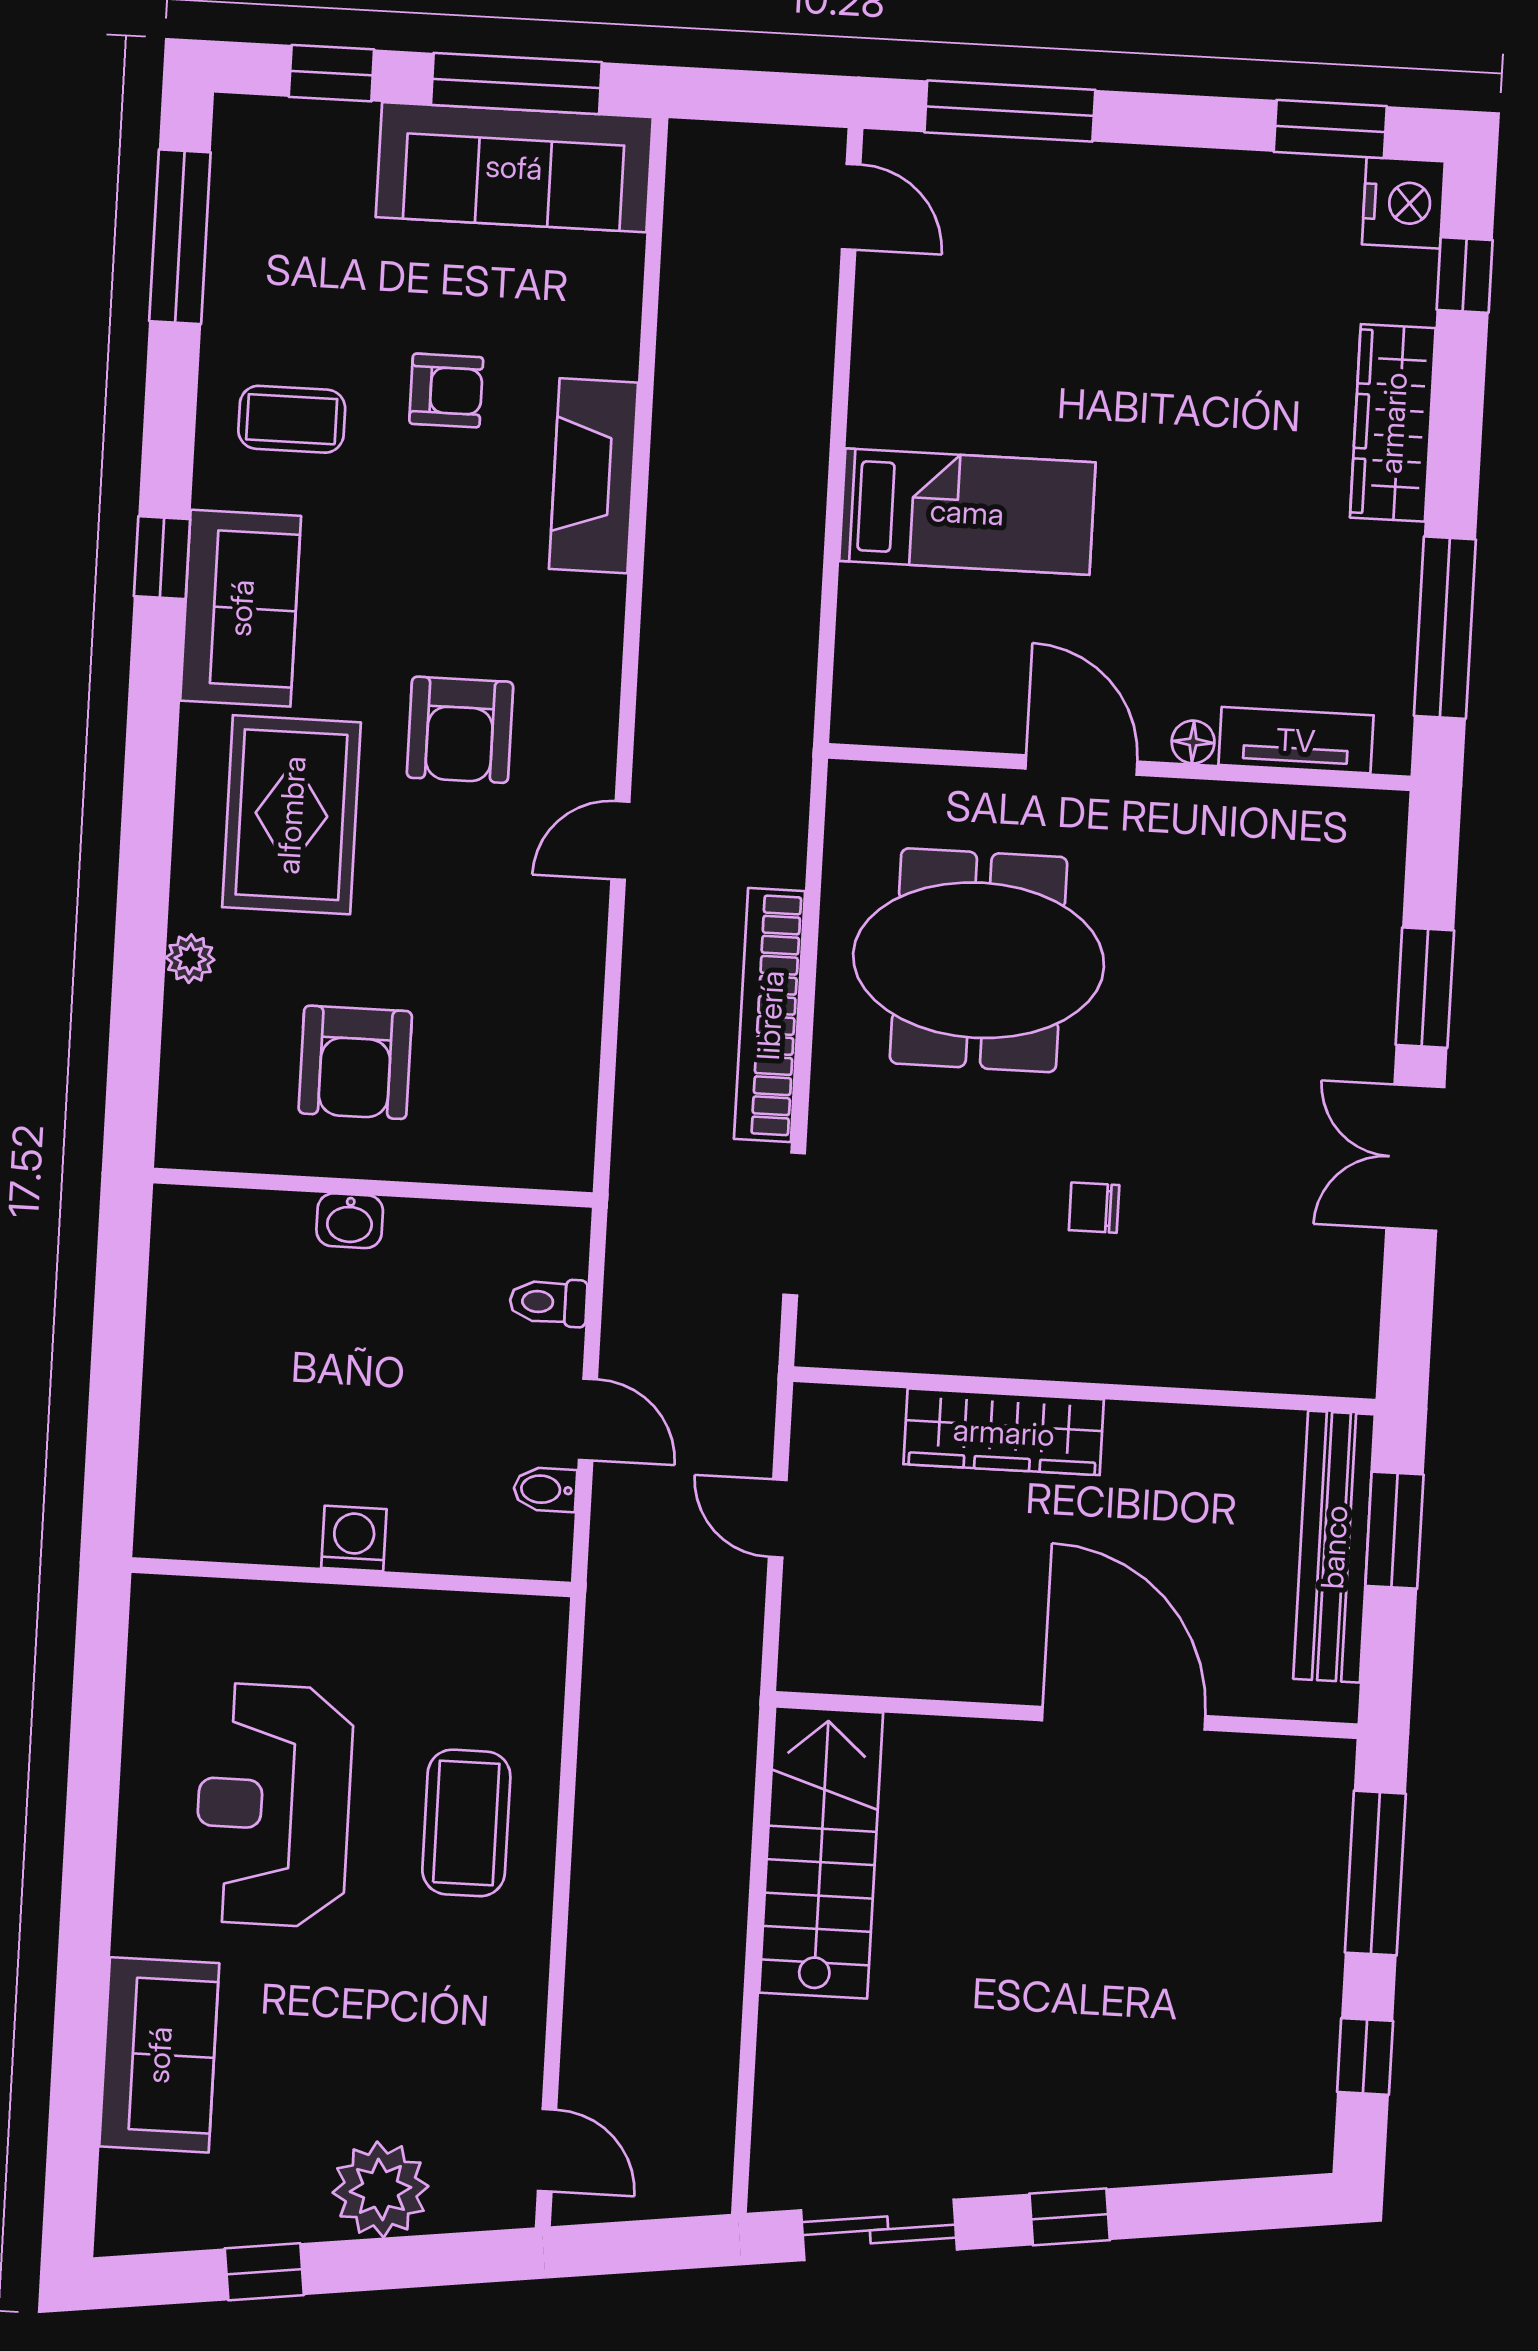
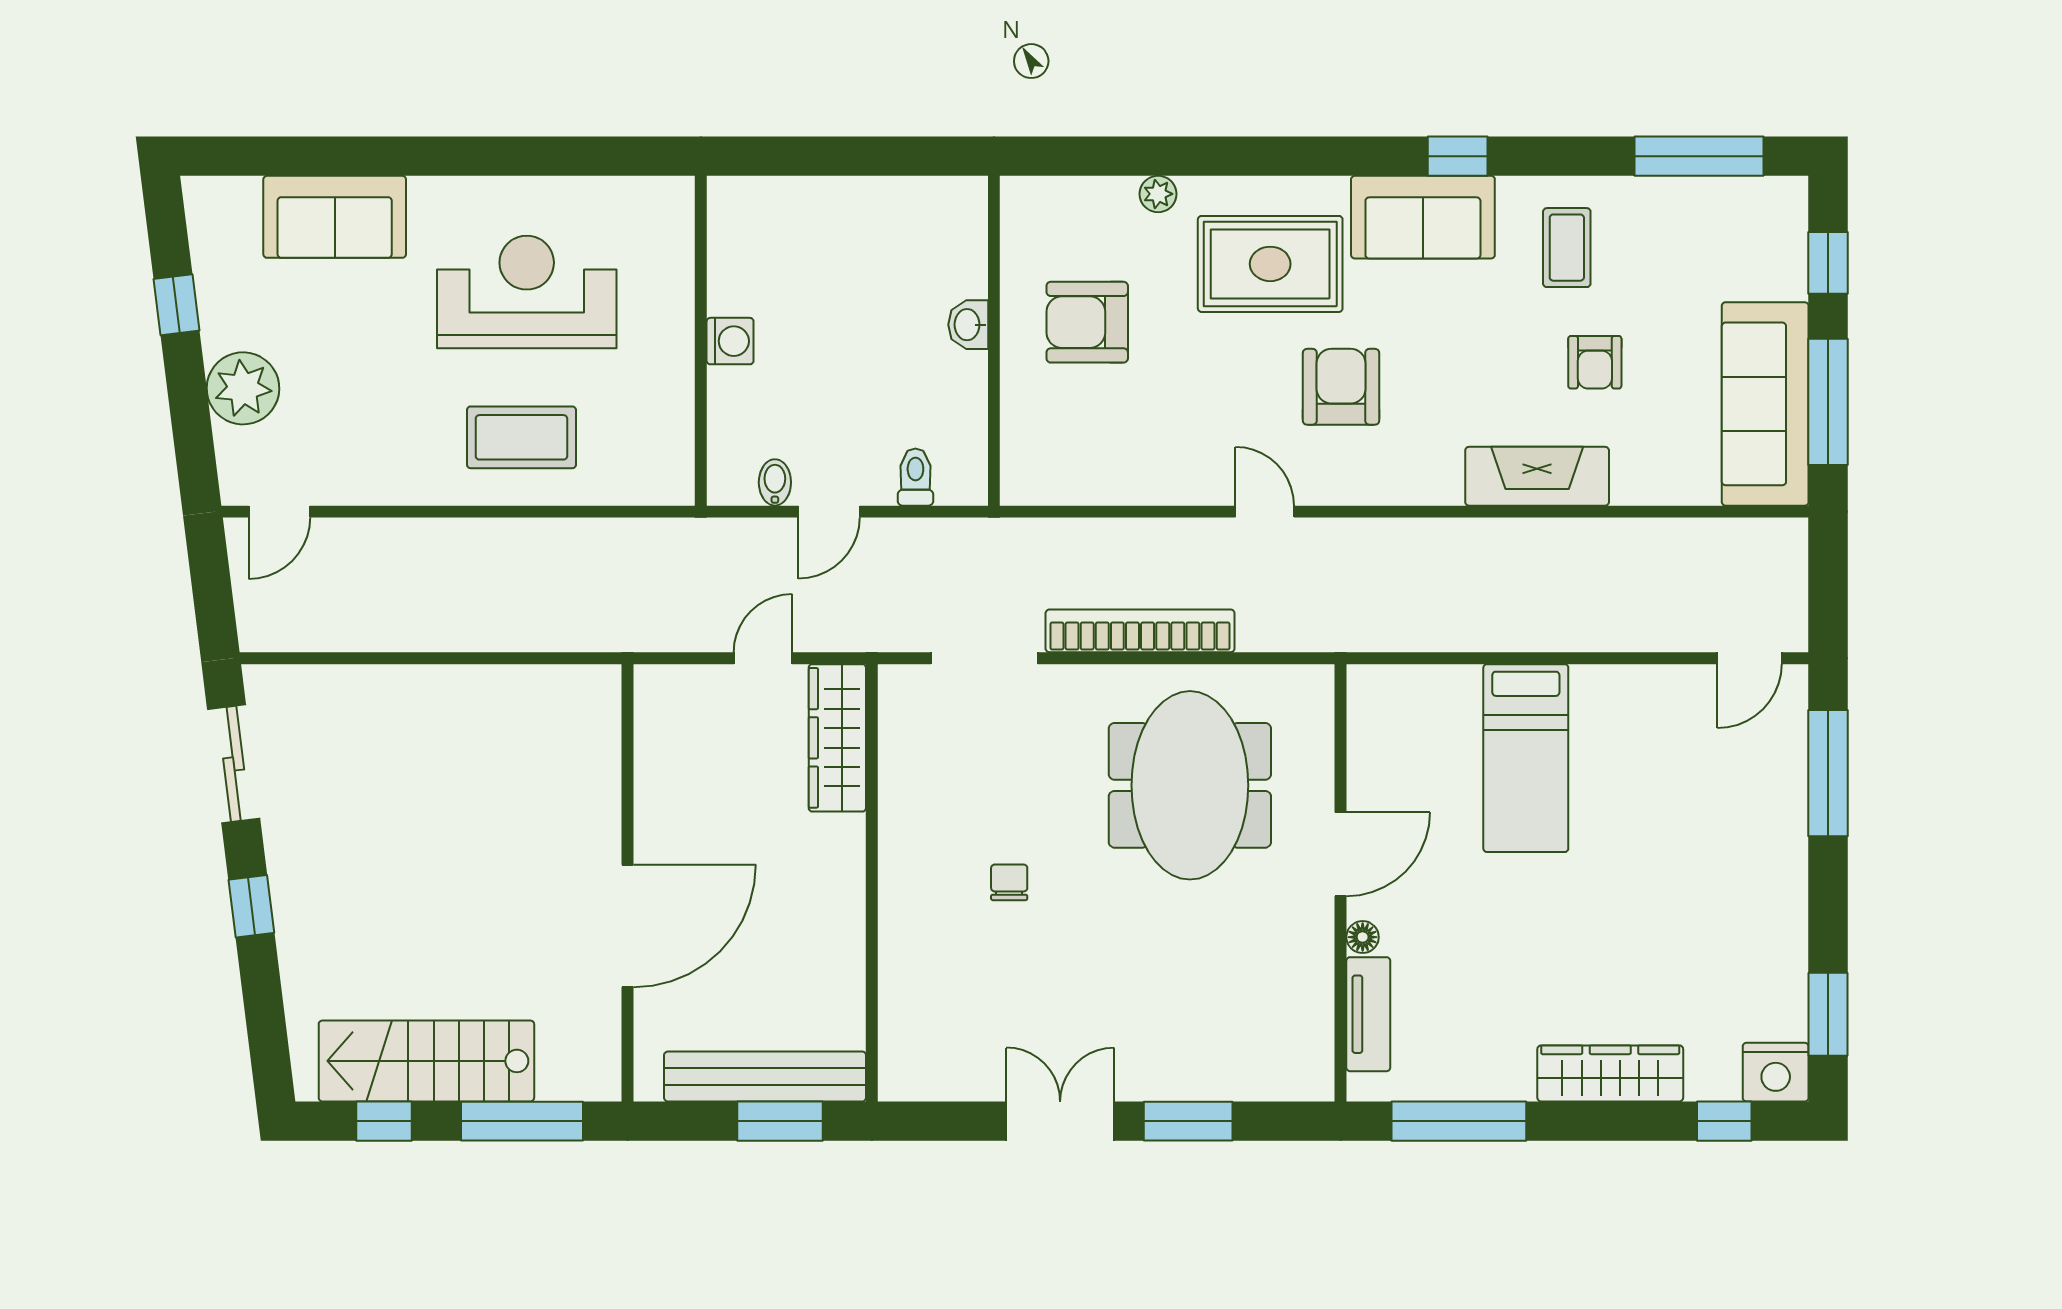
armchair: (460, 730) -> (1341, 387), turned 90
wardrobe: (1004, 1432) -> (837, 738), moved
stairs: (821, 1853) -> (426, 1061), moved, turned 180

